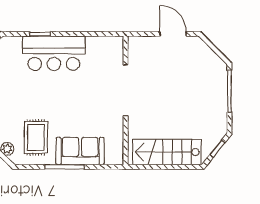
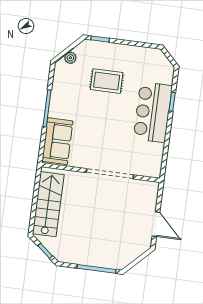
door: (173, 34) -> (156, 224), hinge flipped
rug: (36, 137) -> (107, 81), moved
sofa: (80, 151) -> (57, 141), moved

